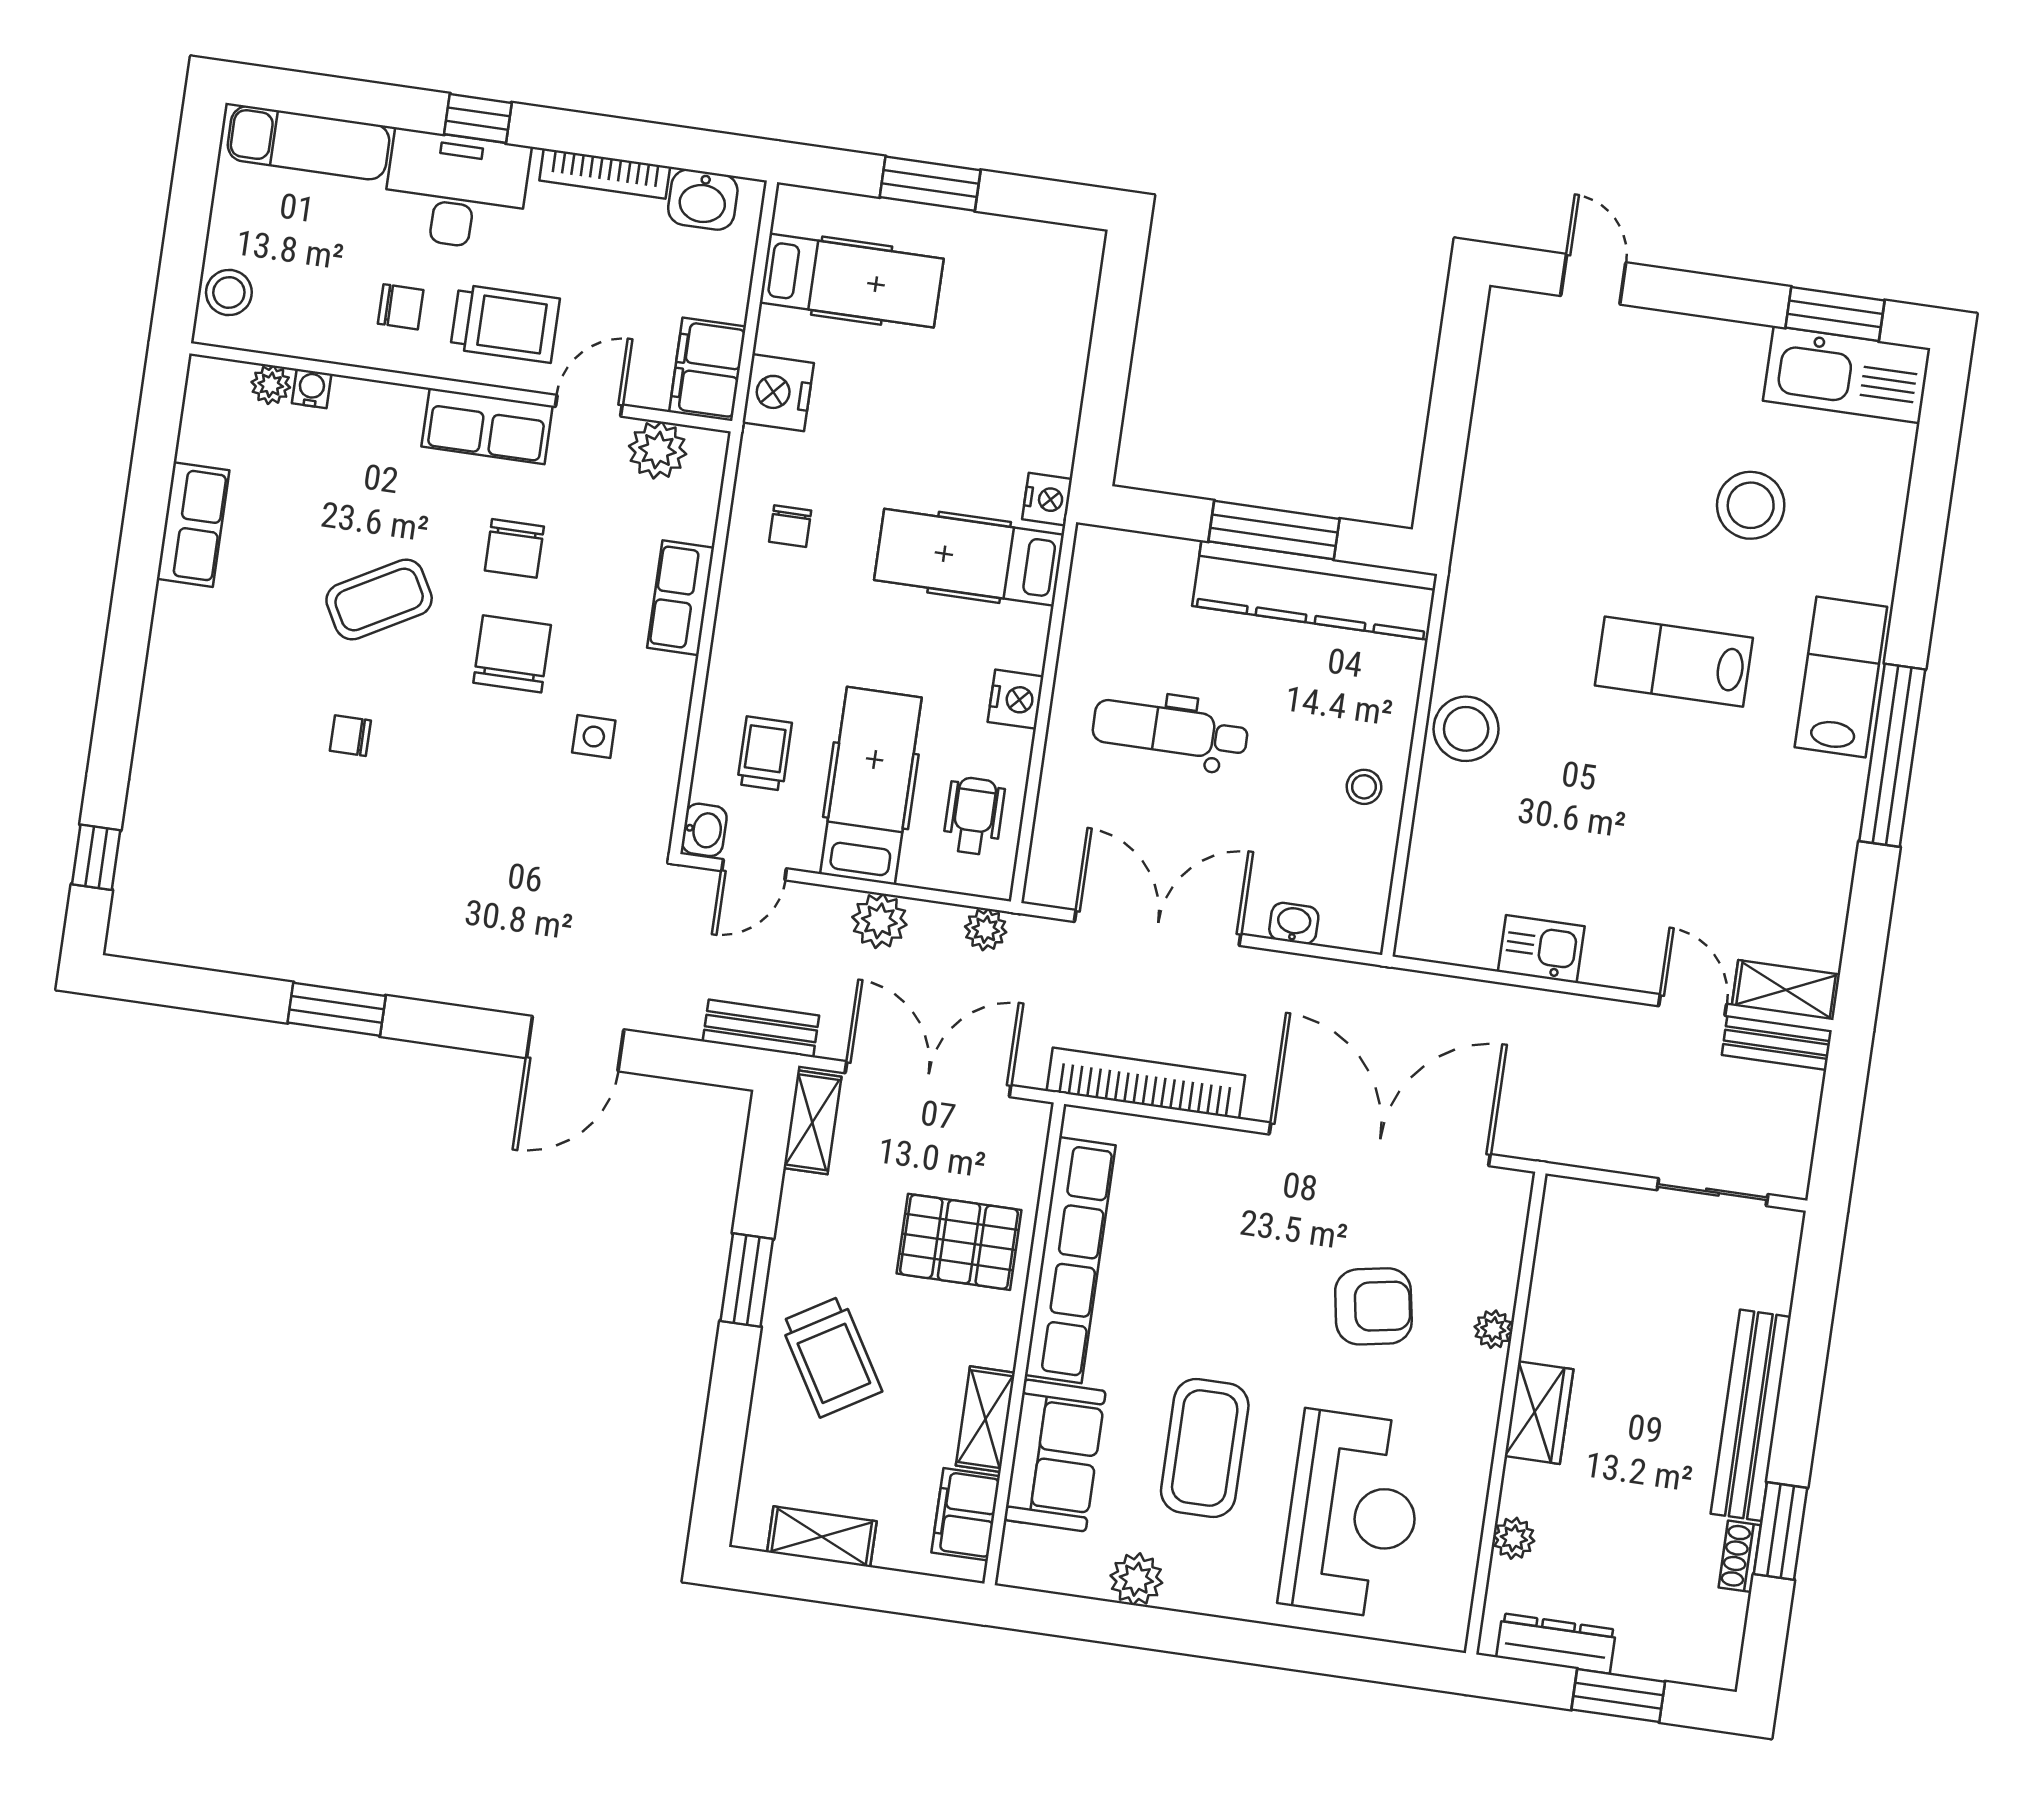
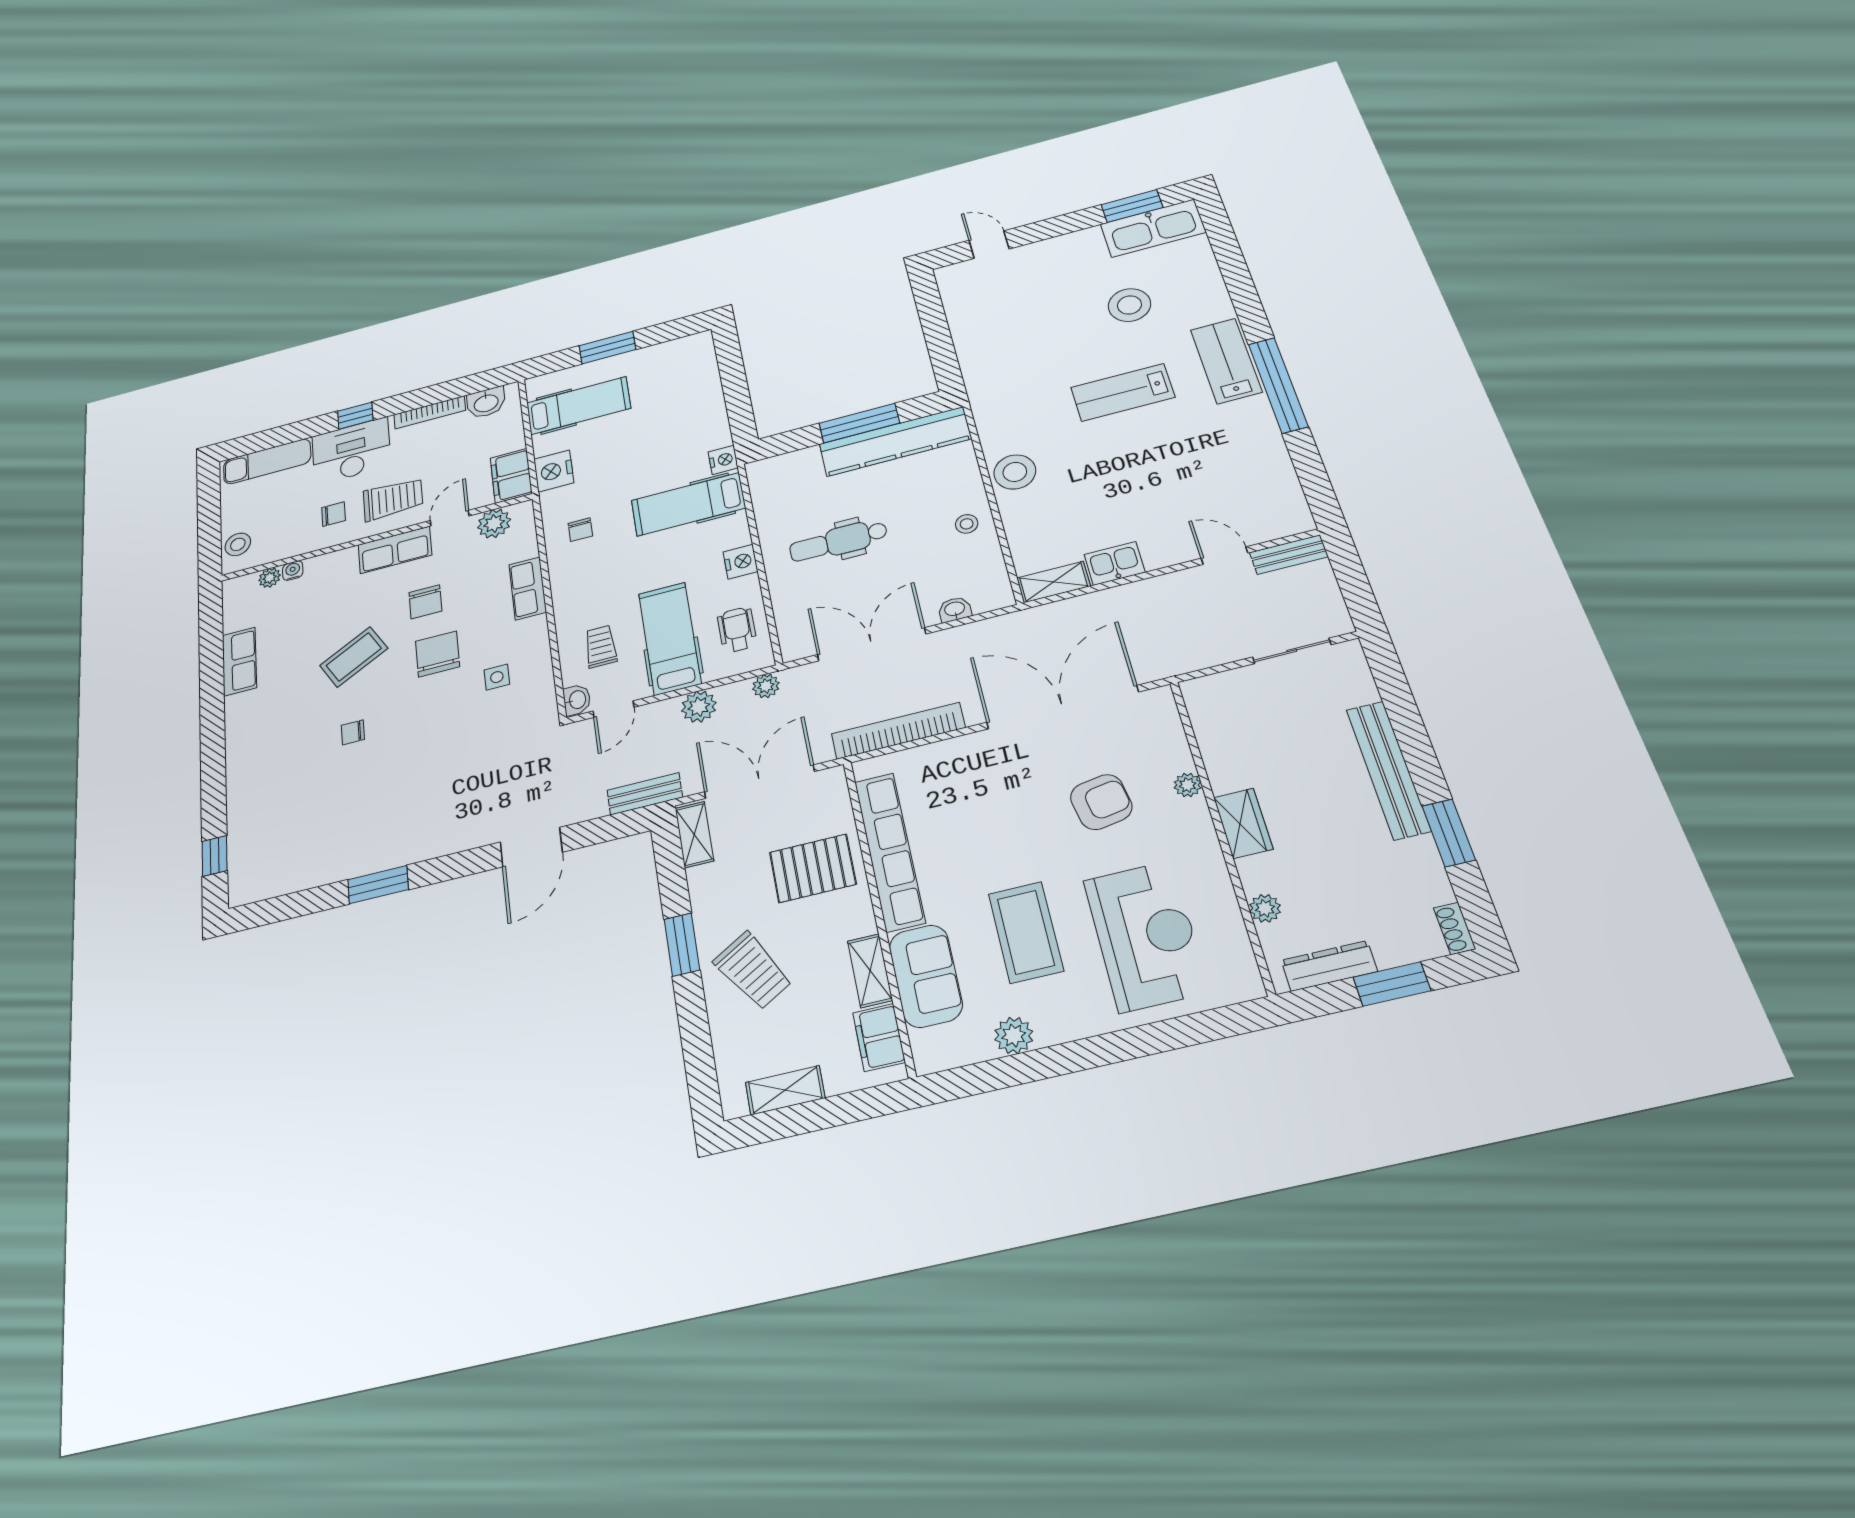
shelving: (1786, 990) -> (1053, 582), moved
shoe rack: (1740, 1556) -> (1455, 928), moved

